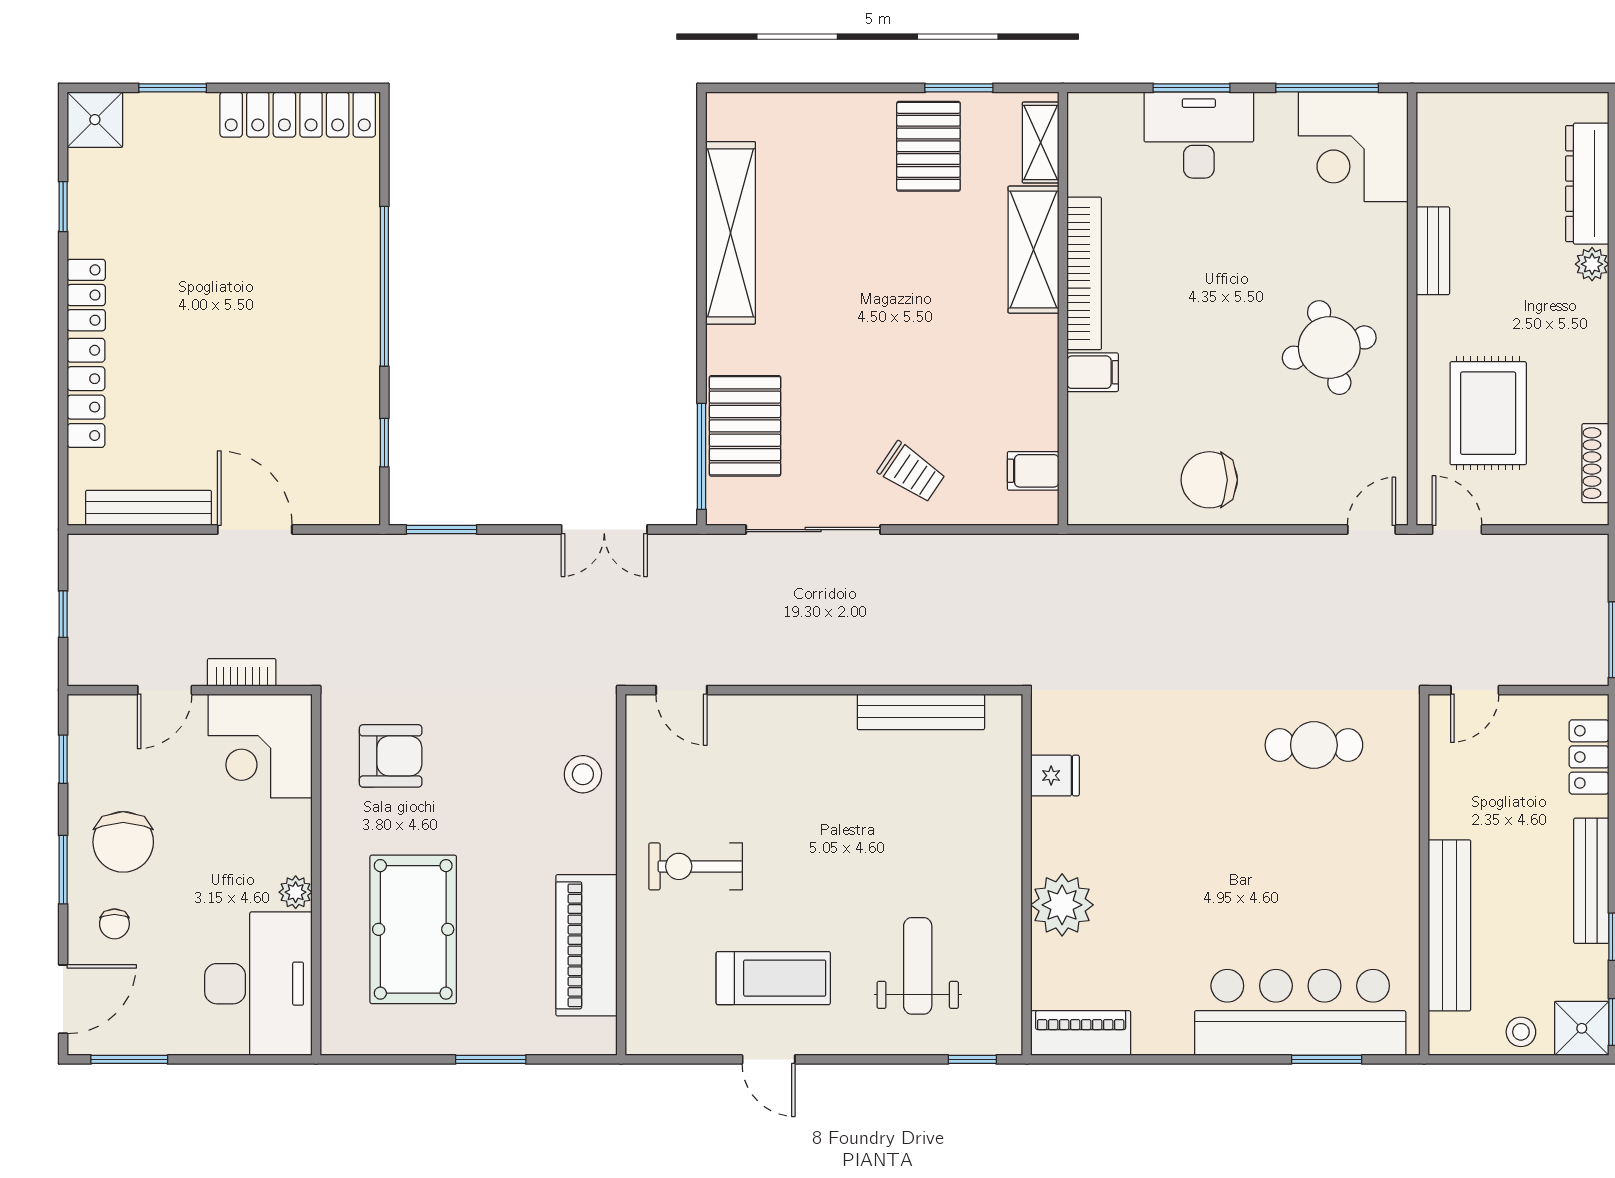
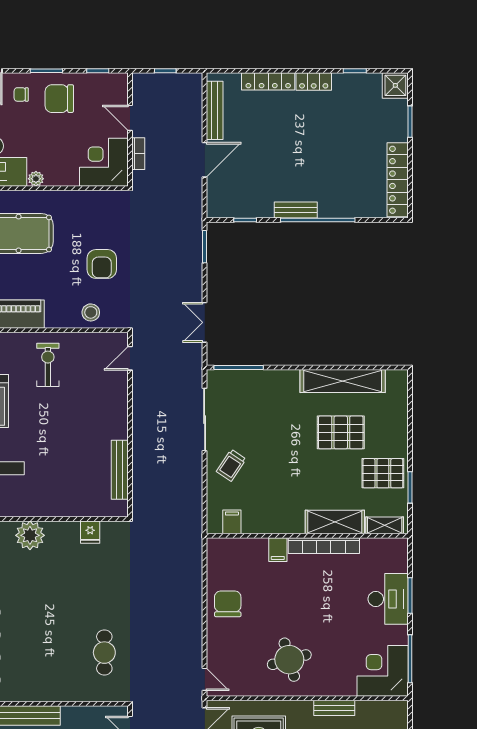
bench: (363, 334) -> (296, 210), added
pallet: (745, 426) -> (341, 432), moved
armchair: (391, 756) -> (102, 264), moved

